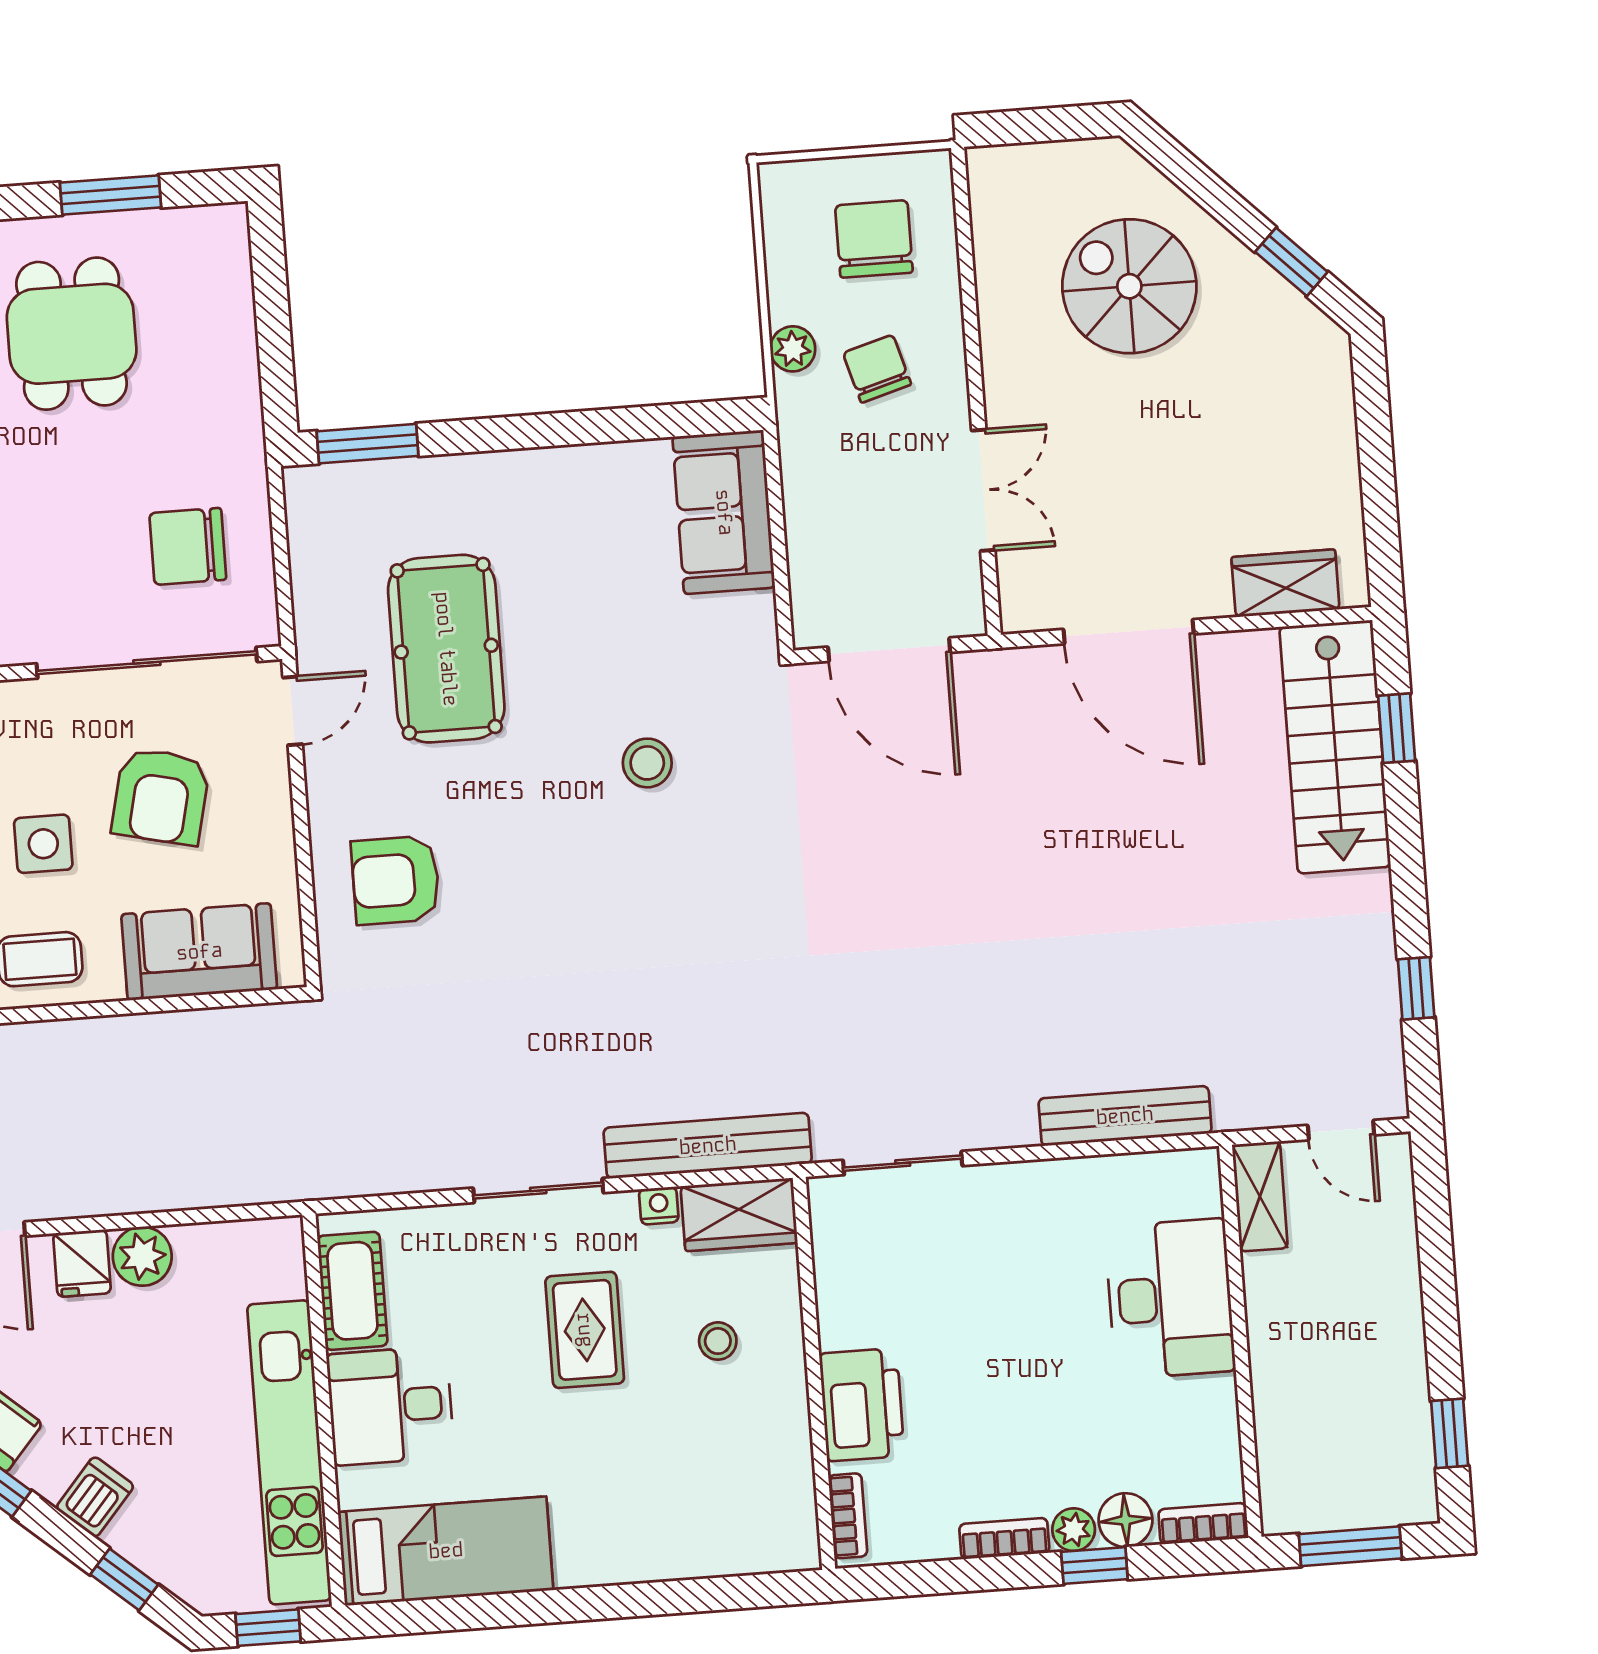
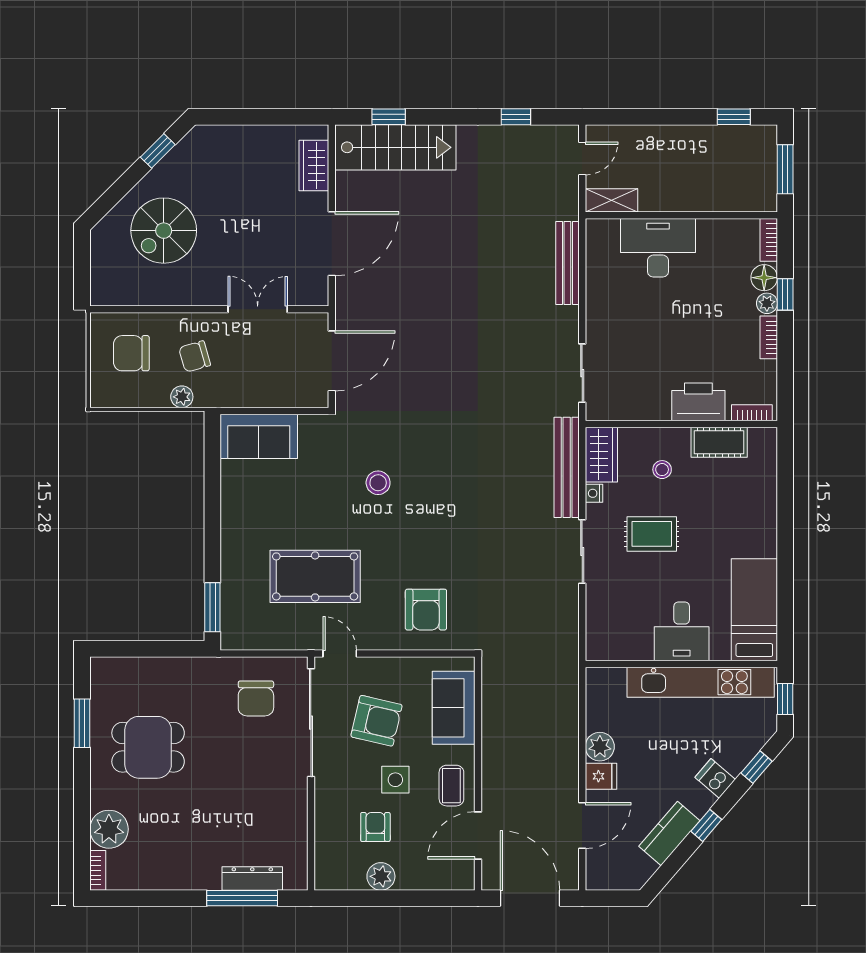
cot: (352, 1291) -> (719, 442), moved

